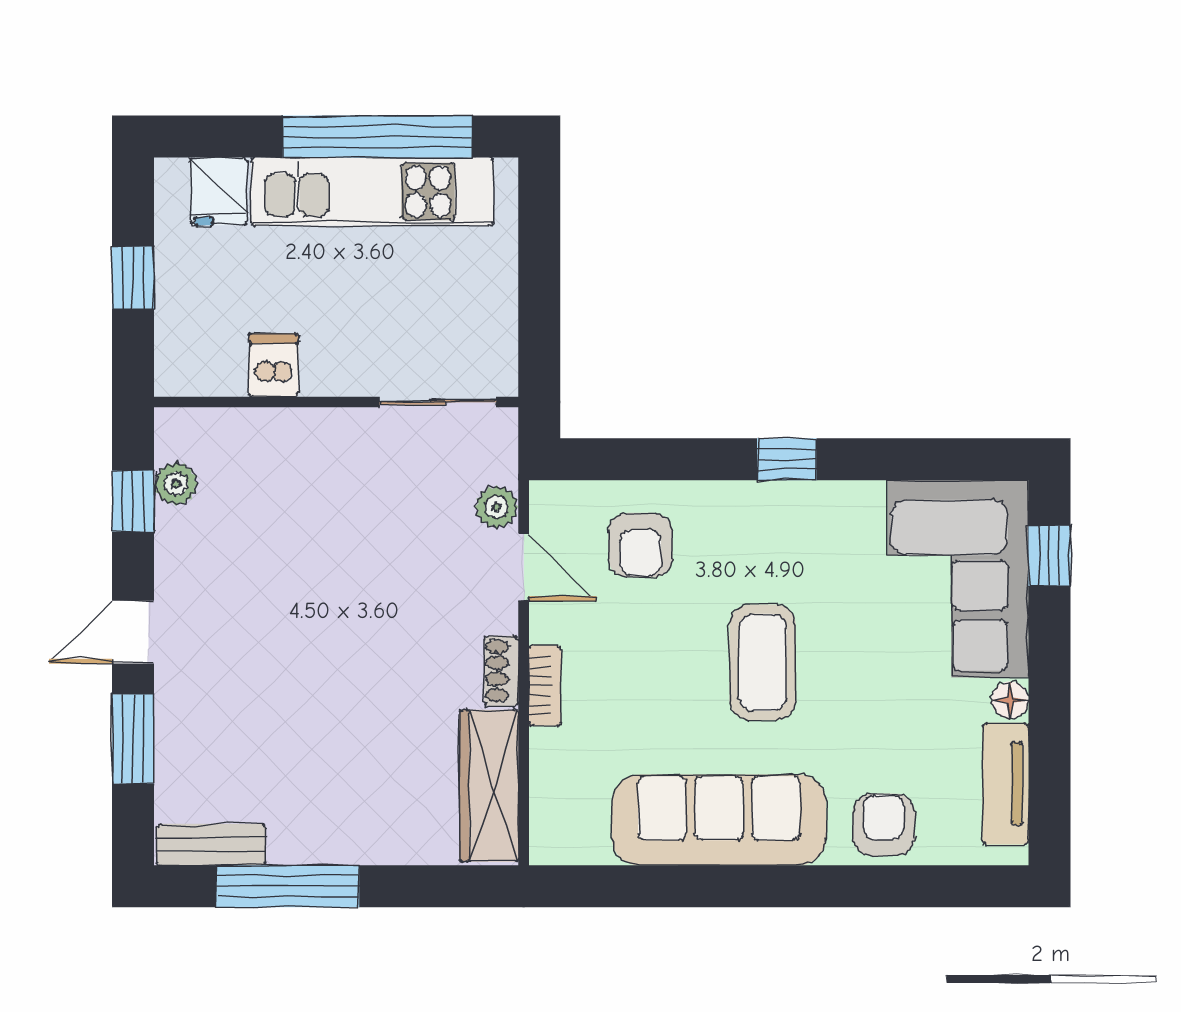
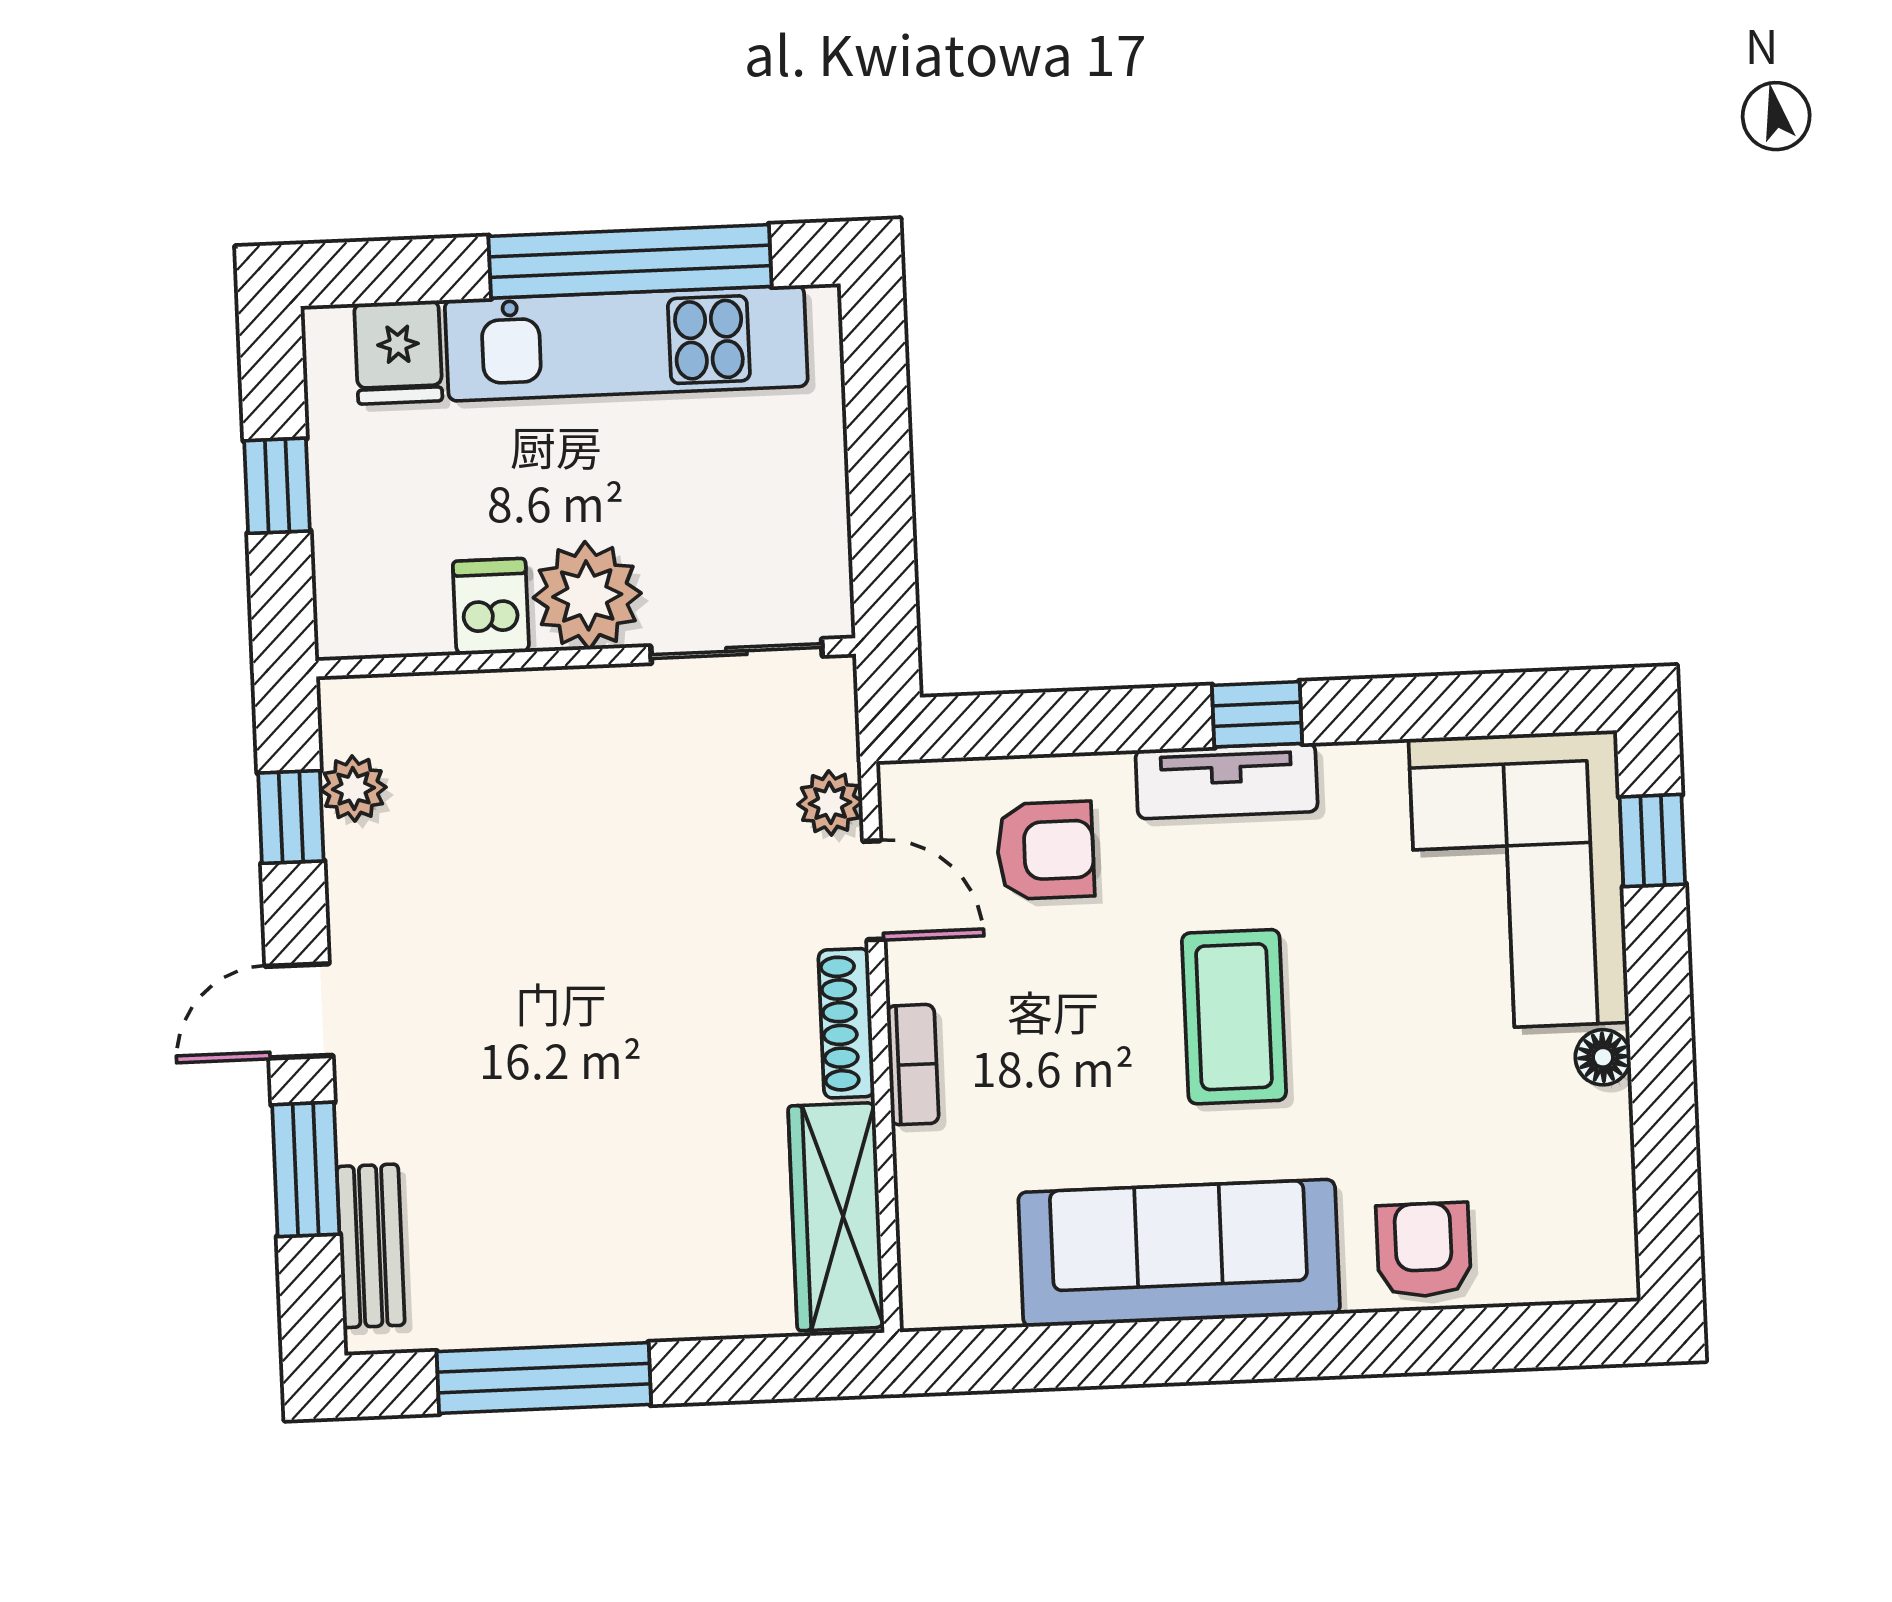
plant: (339, 360) -> (587, 595), added
armchair: (640, 545) -> (1045, 850), turned -90
shoe rack: (501, 671) -> (846, 1023), width x1.43
tv unit: (1005, 784) -> (1227, 781), moved, turned -90
bench: (211, 845) -> (371, 1246), moved, turned 90

